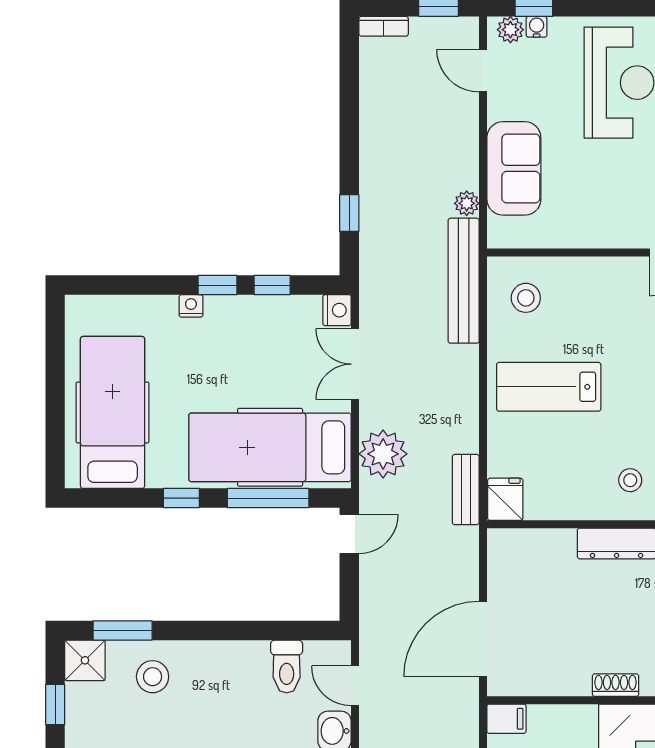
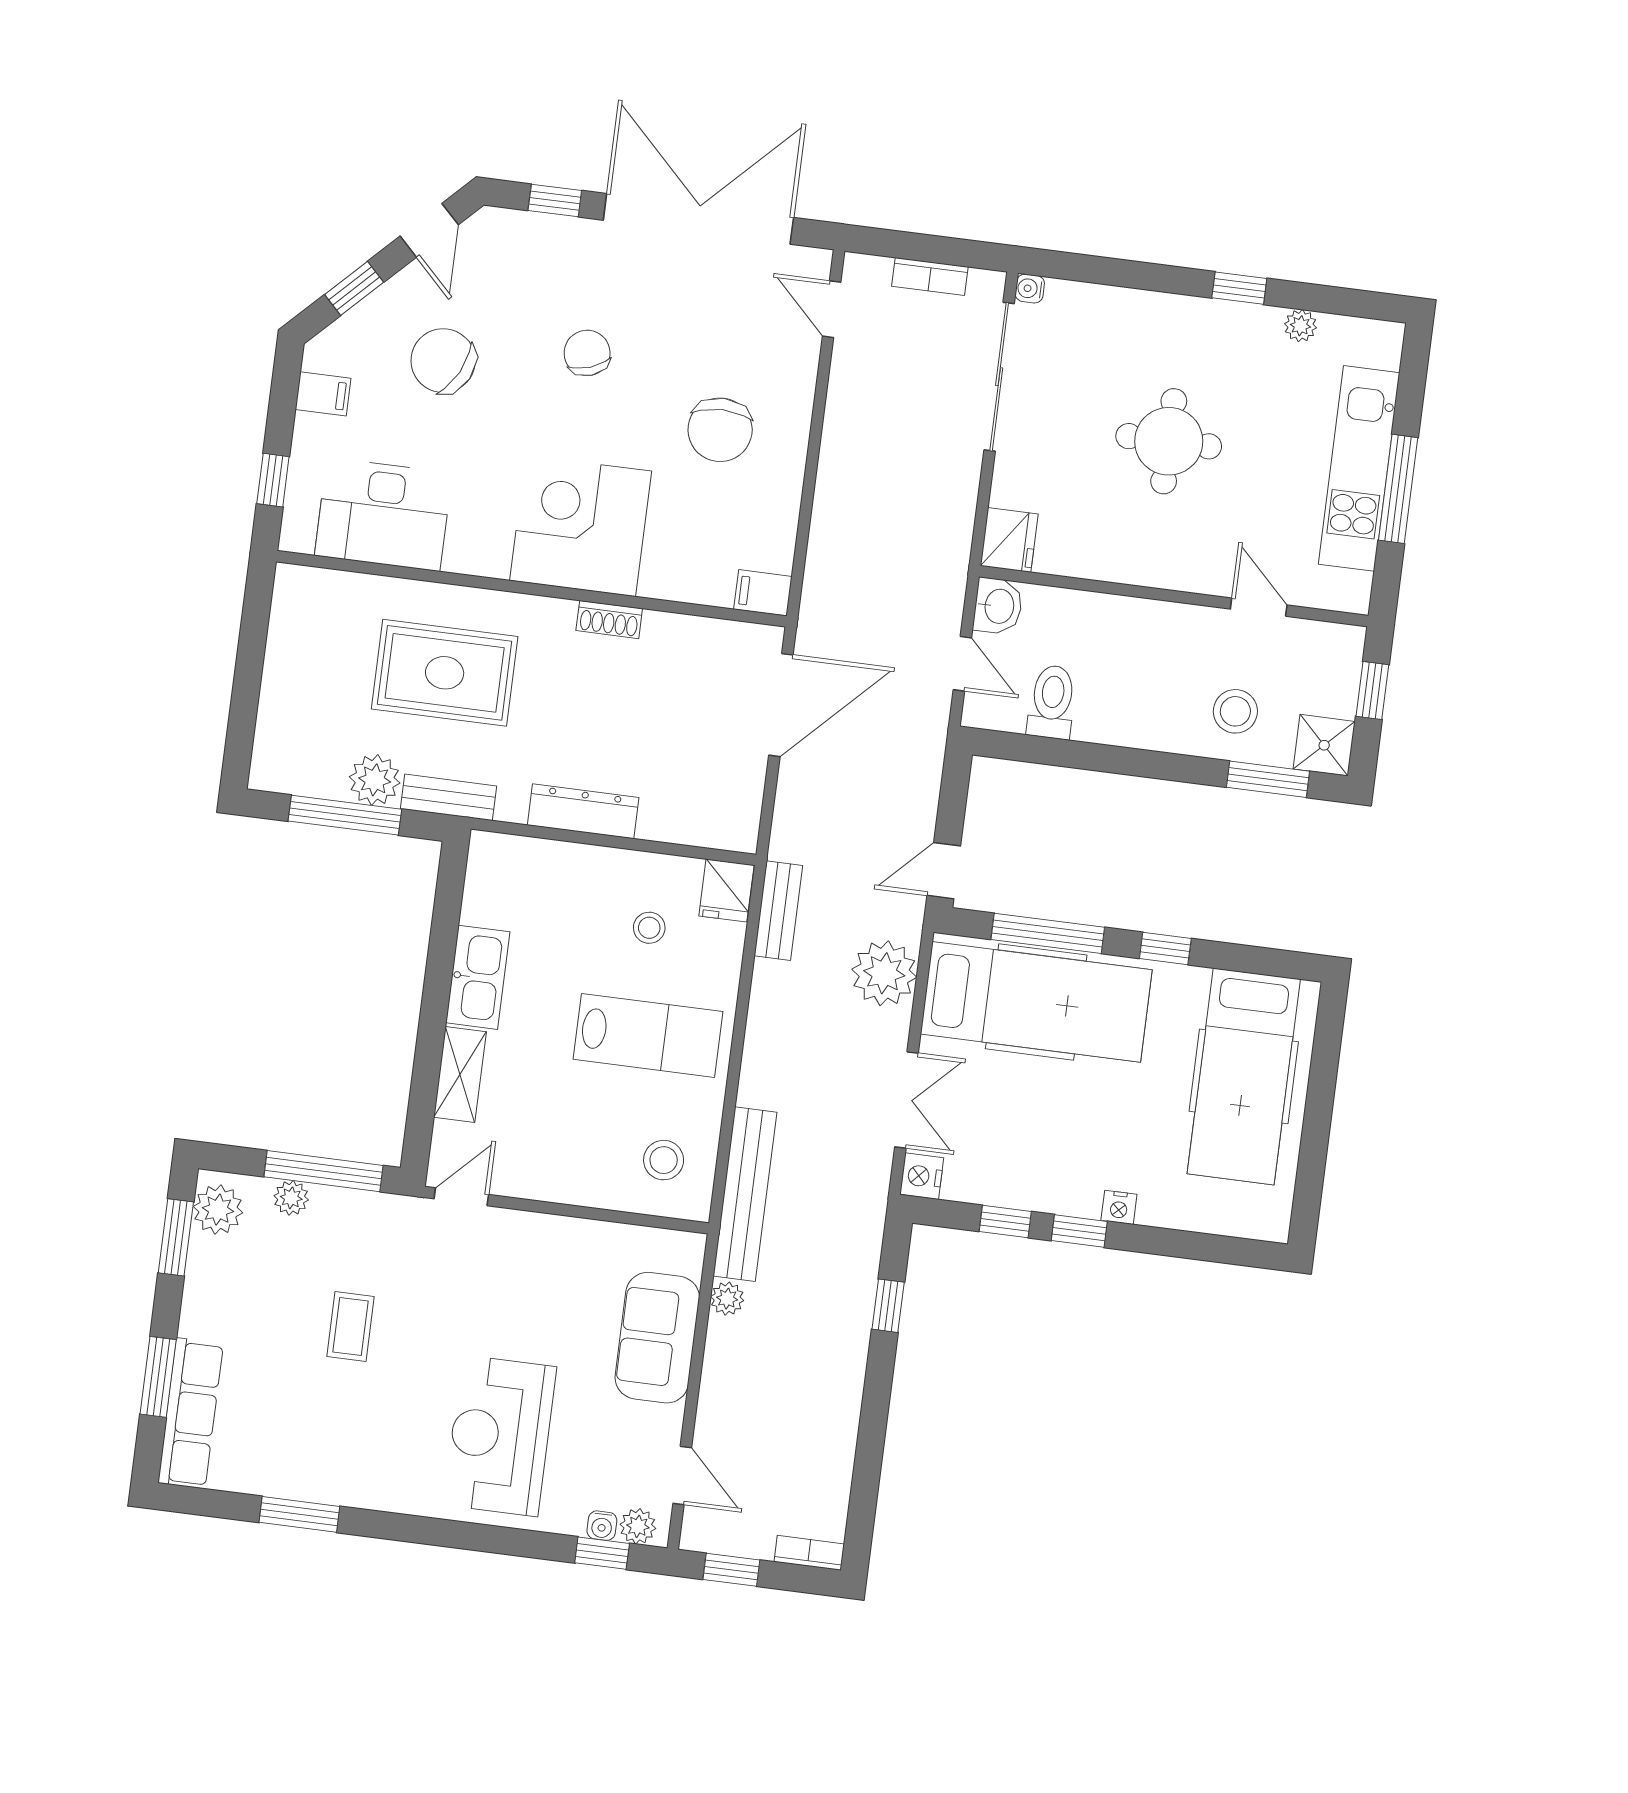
stool: (630, 480) -> (649, 928), moved

